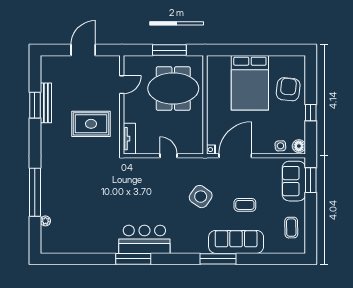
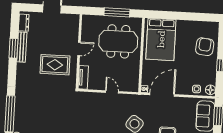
dresser: (47, 70) -> (24, 23), added
bed: (250, 83) -> (161, 39), moved
door: (122, 85) -> (79, 49), moved

